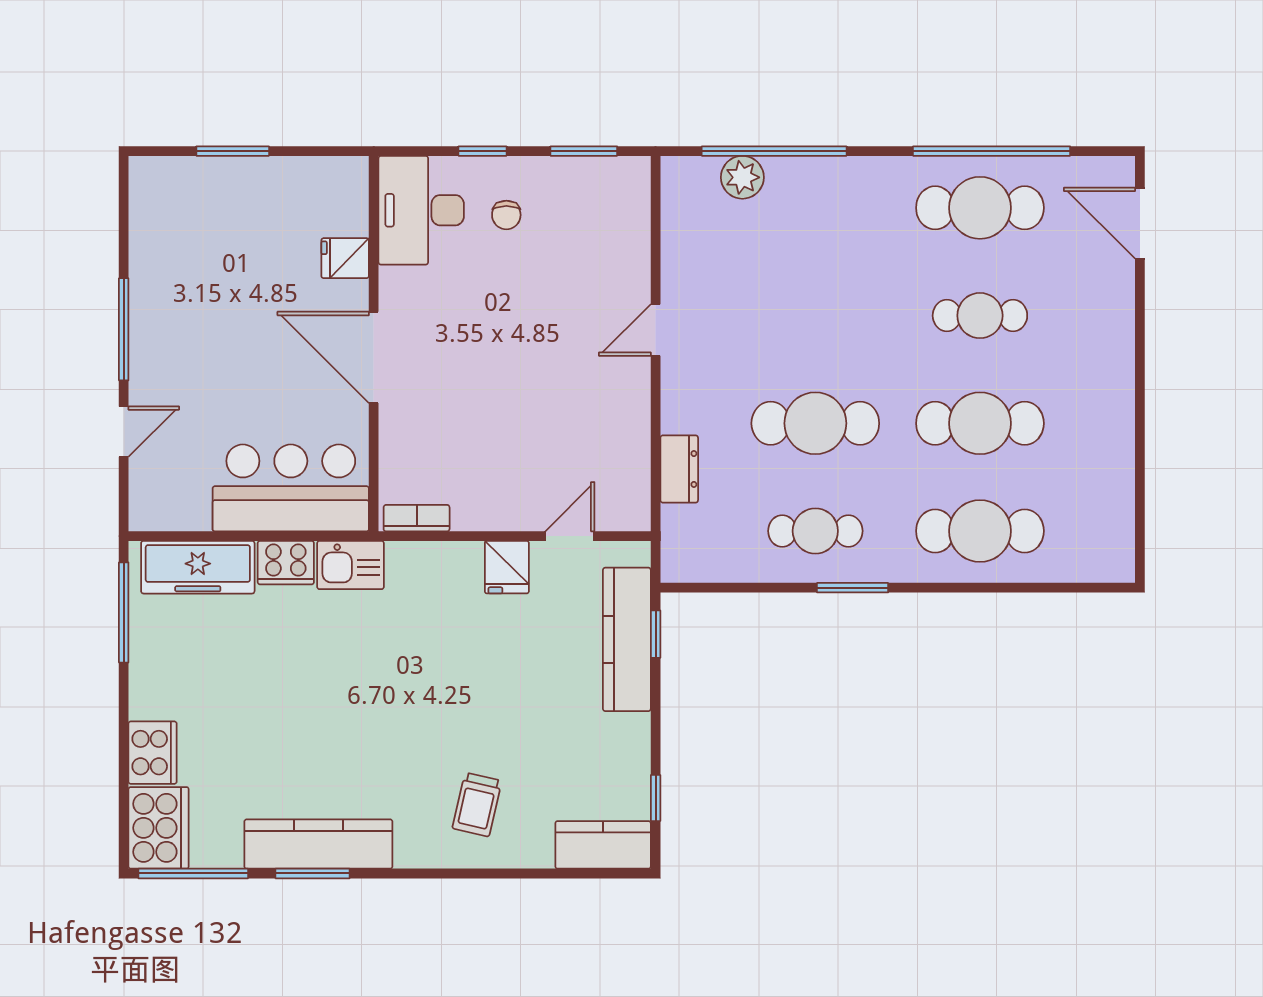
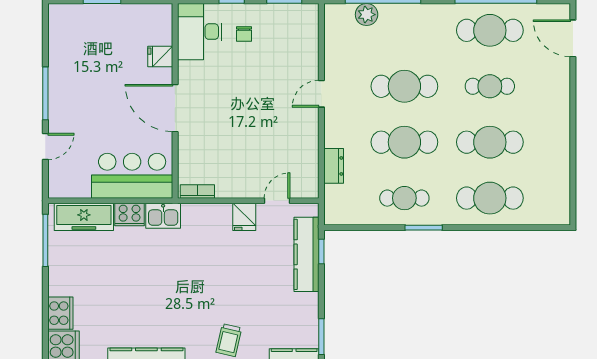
cafe table: (815, 316) -> (404, 86), added
window: (656, 798) -> (321, 337), width x1.50

